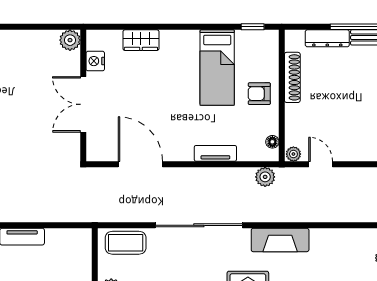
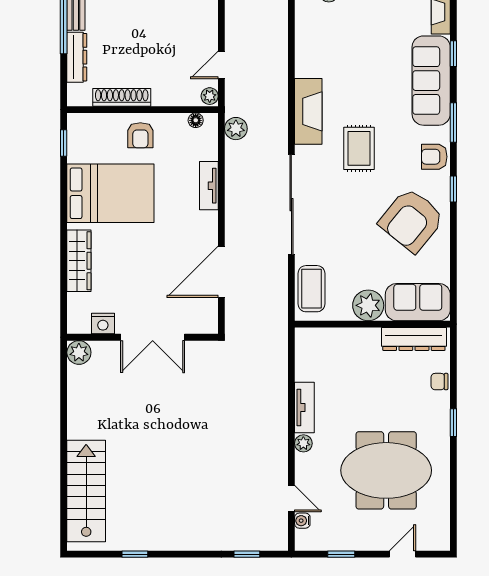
wardrobe: (141, 40) -> (79, 261), width x1.50
bed: (217, 68) -> (110, 193), width x1.50

